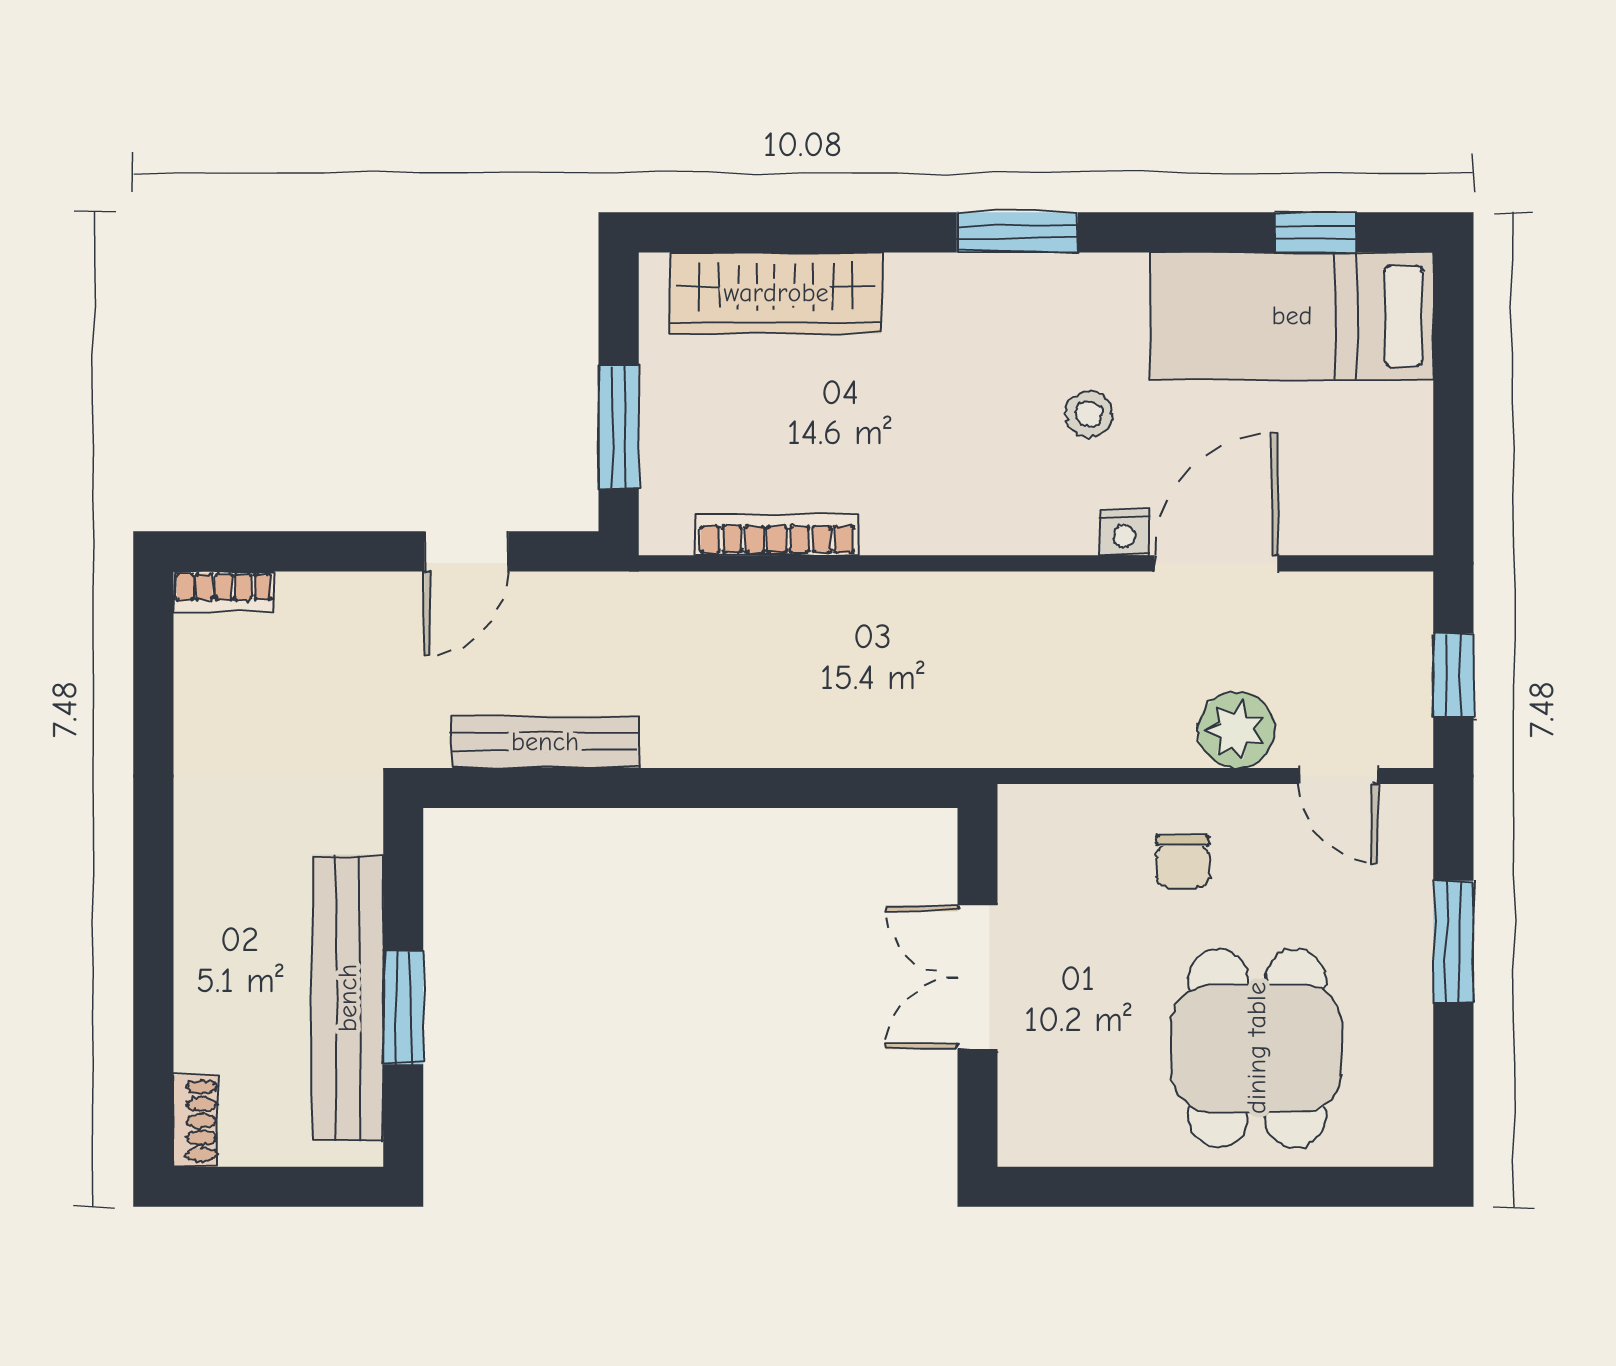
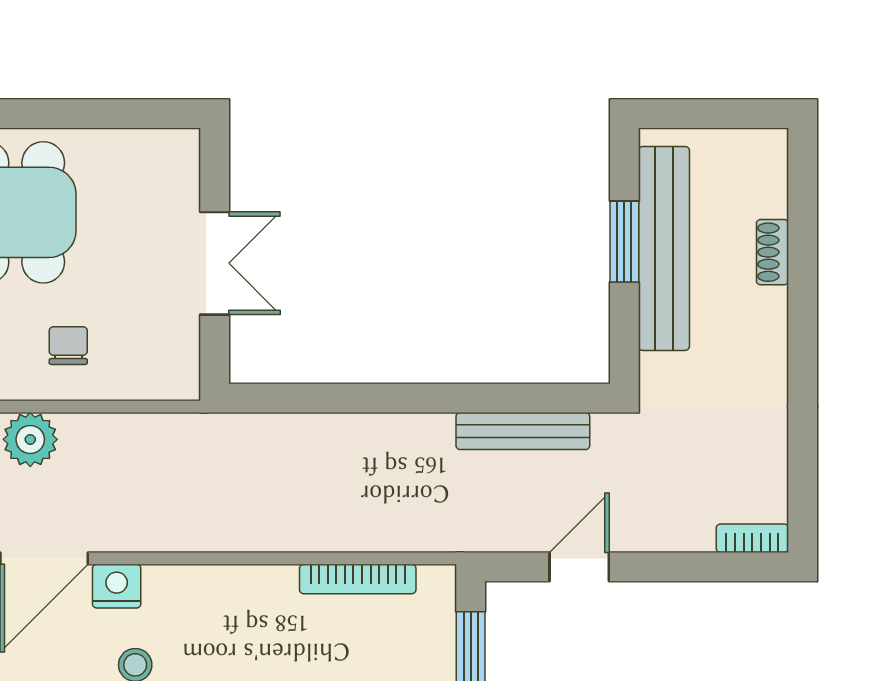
nightstand: (1124, 532) -> (117, 586), width x1.39, depth x1.35
shoe rack: (196, 1121) -> (772, 252), moved

